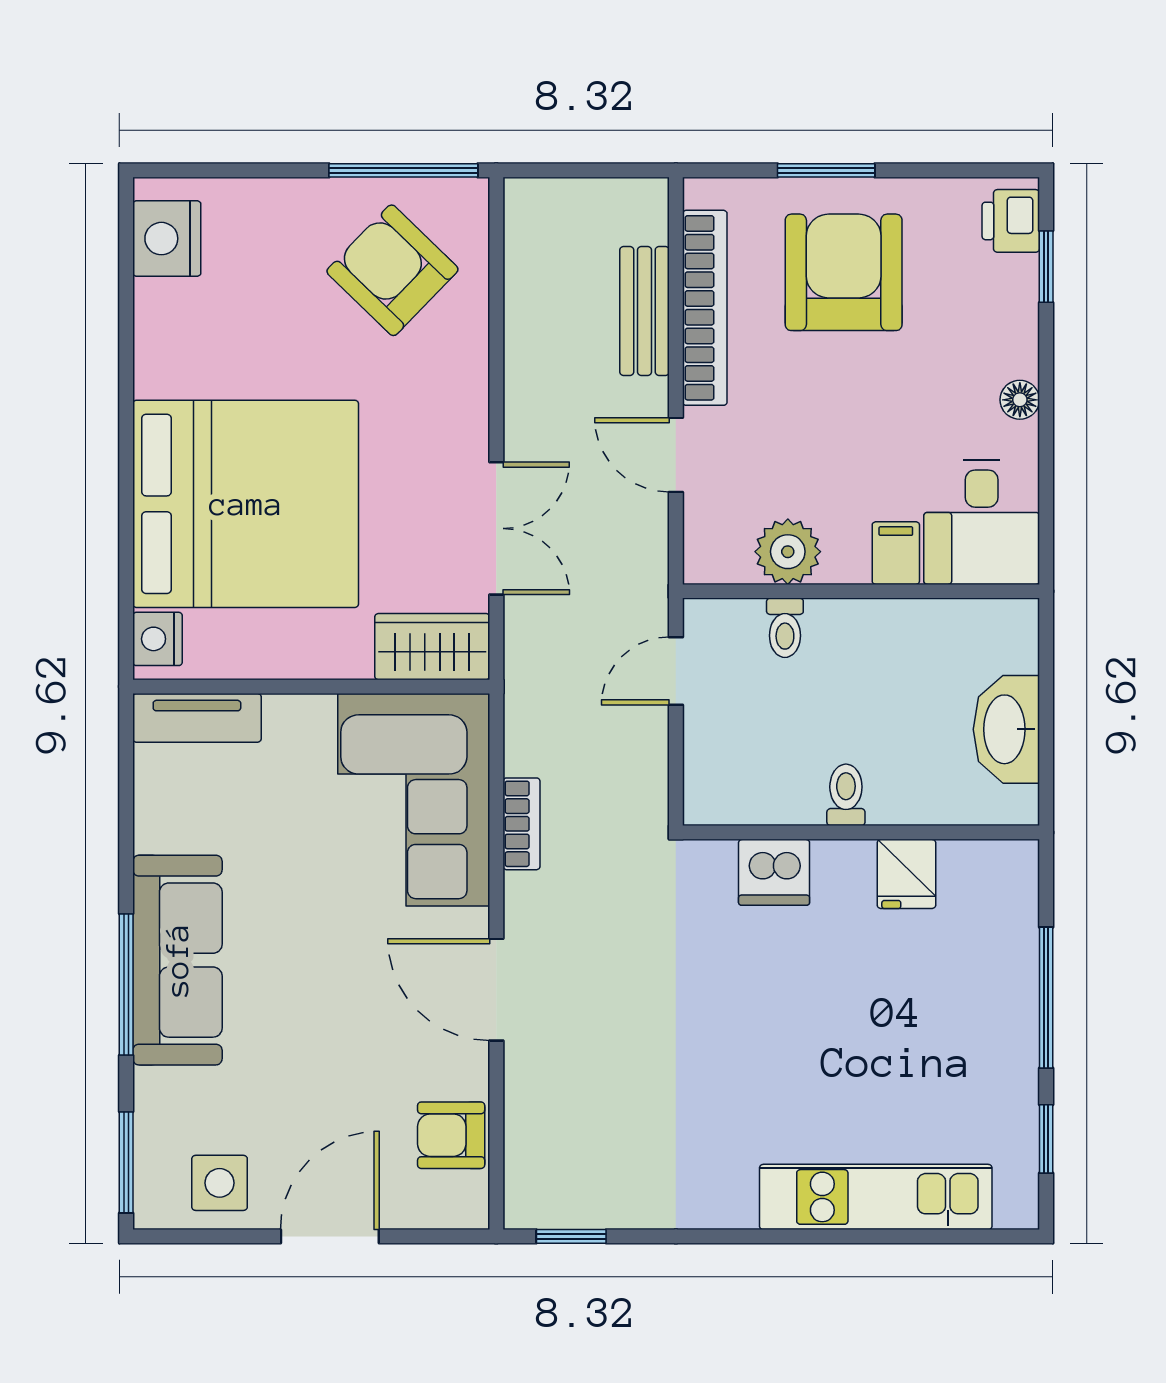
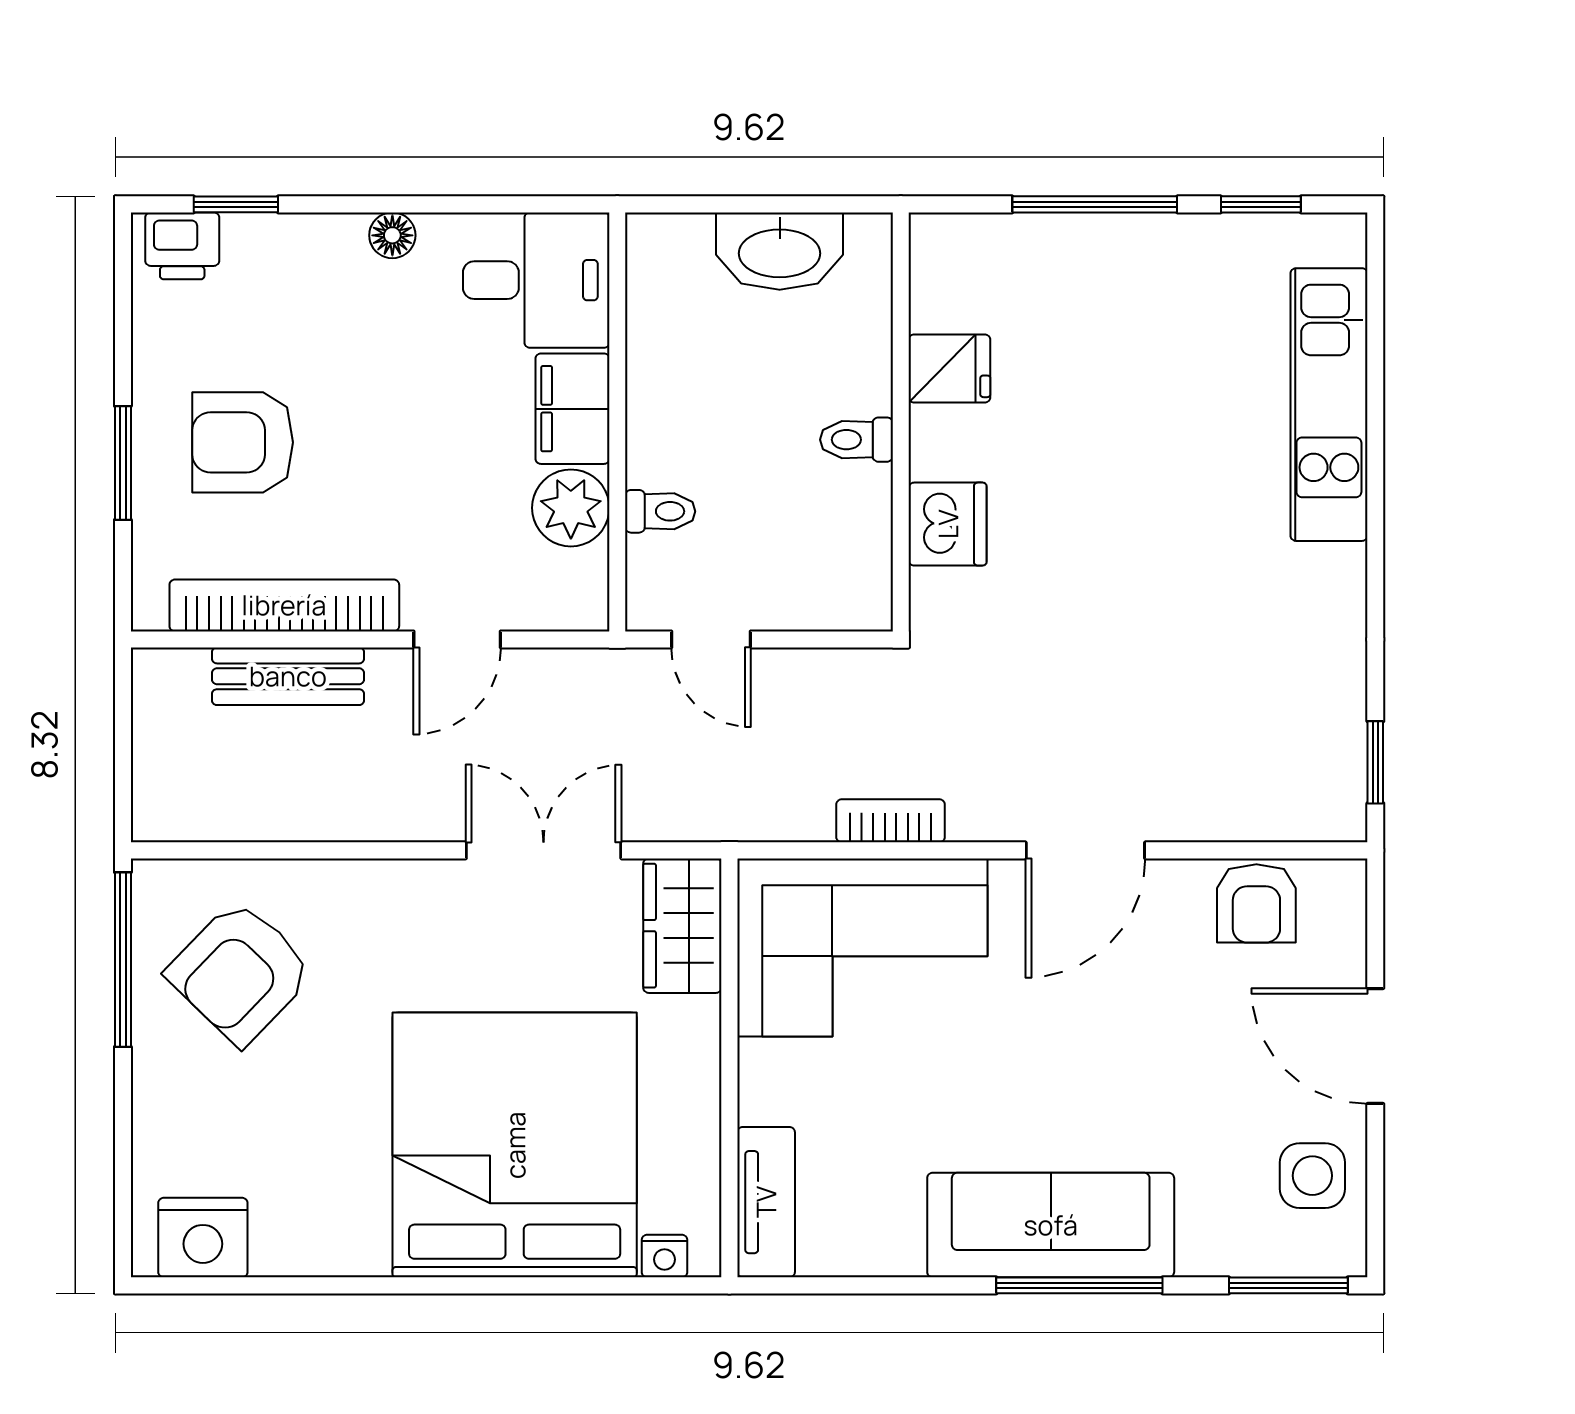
armchair: (844, 272) -> (243, 442), width x0.73, depth x0.73
filing cabinet: (896, 553) -> (572, 409), width x2.00
nightstand: (157, 639) -> (664, 1256), width x0.72, depth x0.74

